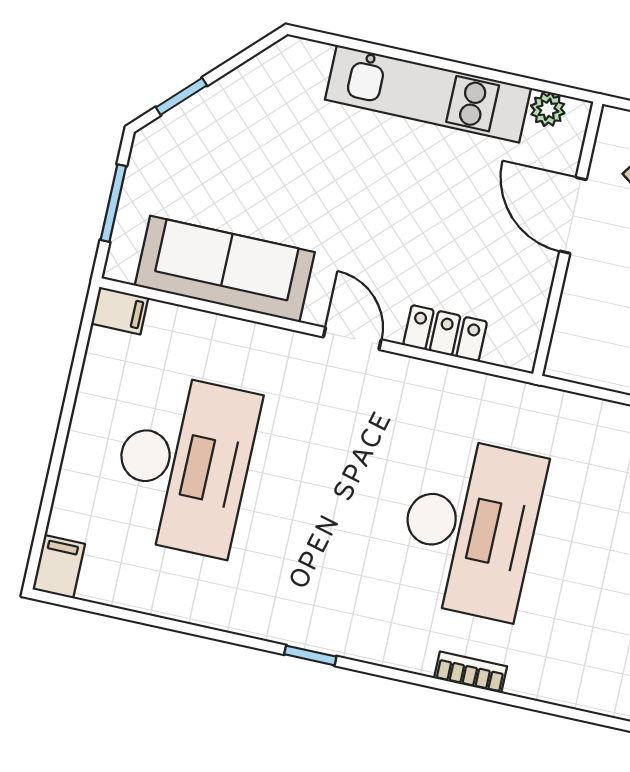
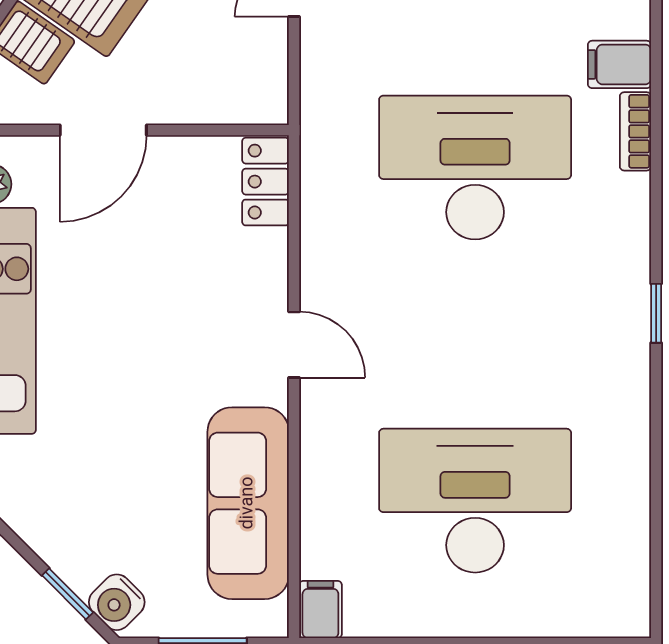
water cooler: (165, 137) -> (117, 602), added
locker: (445, 333) -> (266, 182), moved
door: (352, 338) -> (294, 345), swing flipped
filing cabinet: (59, 567) -> (619, 64), moved

